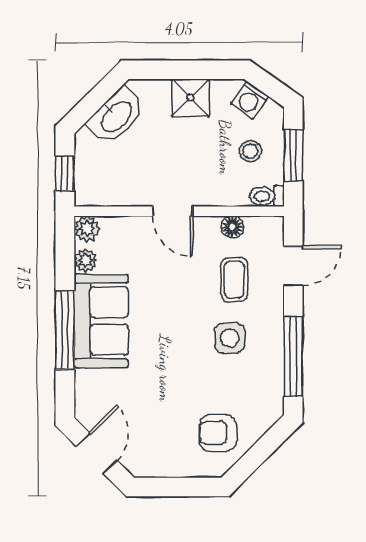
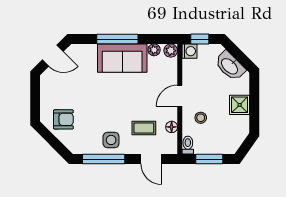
washing machine: (250, 100) -> (190, 51), moved, turned 145
stool: (250, 151) -> (201, 118), moved
side table: (230, 338) -> (111, 140), moved
armchair: (218, 433) -> (63, 119), turned 90

